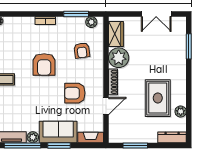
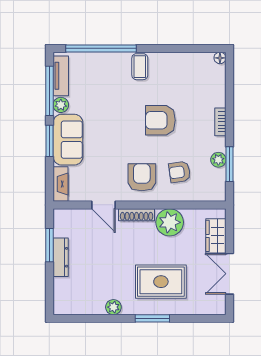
plant: (91, 22) -> (218, 160), moved
wardrobe: (116, 34) -> (216, 236), moved, turned 90
window: (189, 46) -> (152, 318), moved
armchair: (75, 93) -> (142, 177), moved
rug: (158, 98) -> (161, 282), moved
plant: (181, 112) -> (113, 307), moved
dresser: (172, 137) -> (61, 257), moved

